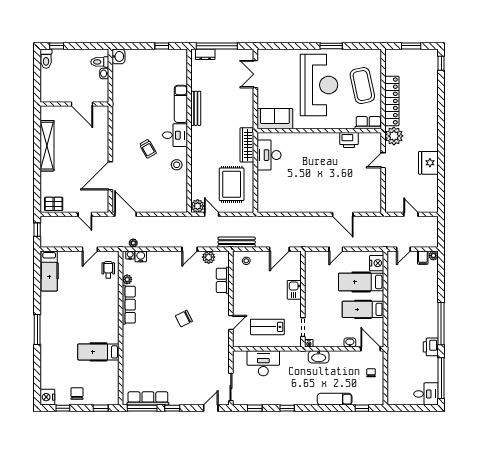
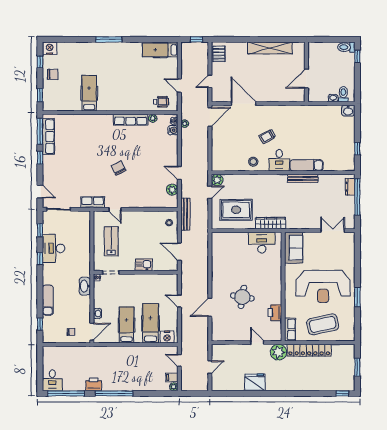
round table: (331, 177) -> (242, 297), added
row of seats: (223, 280) -> (93, 202), moved
desk: (263, 363) -> (54, 248), moved, turned 180

